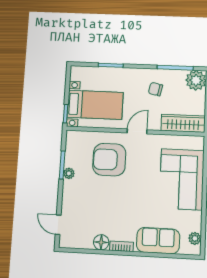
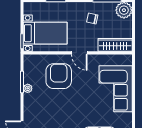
door: (137, 131) -> (79, 53), swing flipped
armchair: (109, 160) -> (59, 76), turned 90

